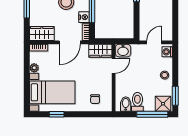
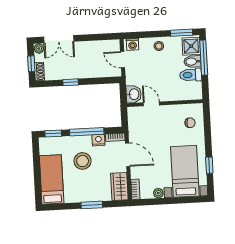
wardrobe: (100, 51) -> (135, 120), removed
bidet: (126, 104) -> (192, 62), moved

